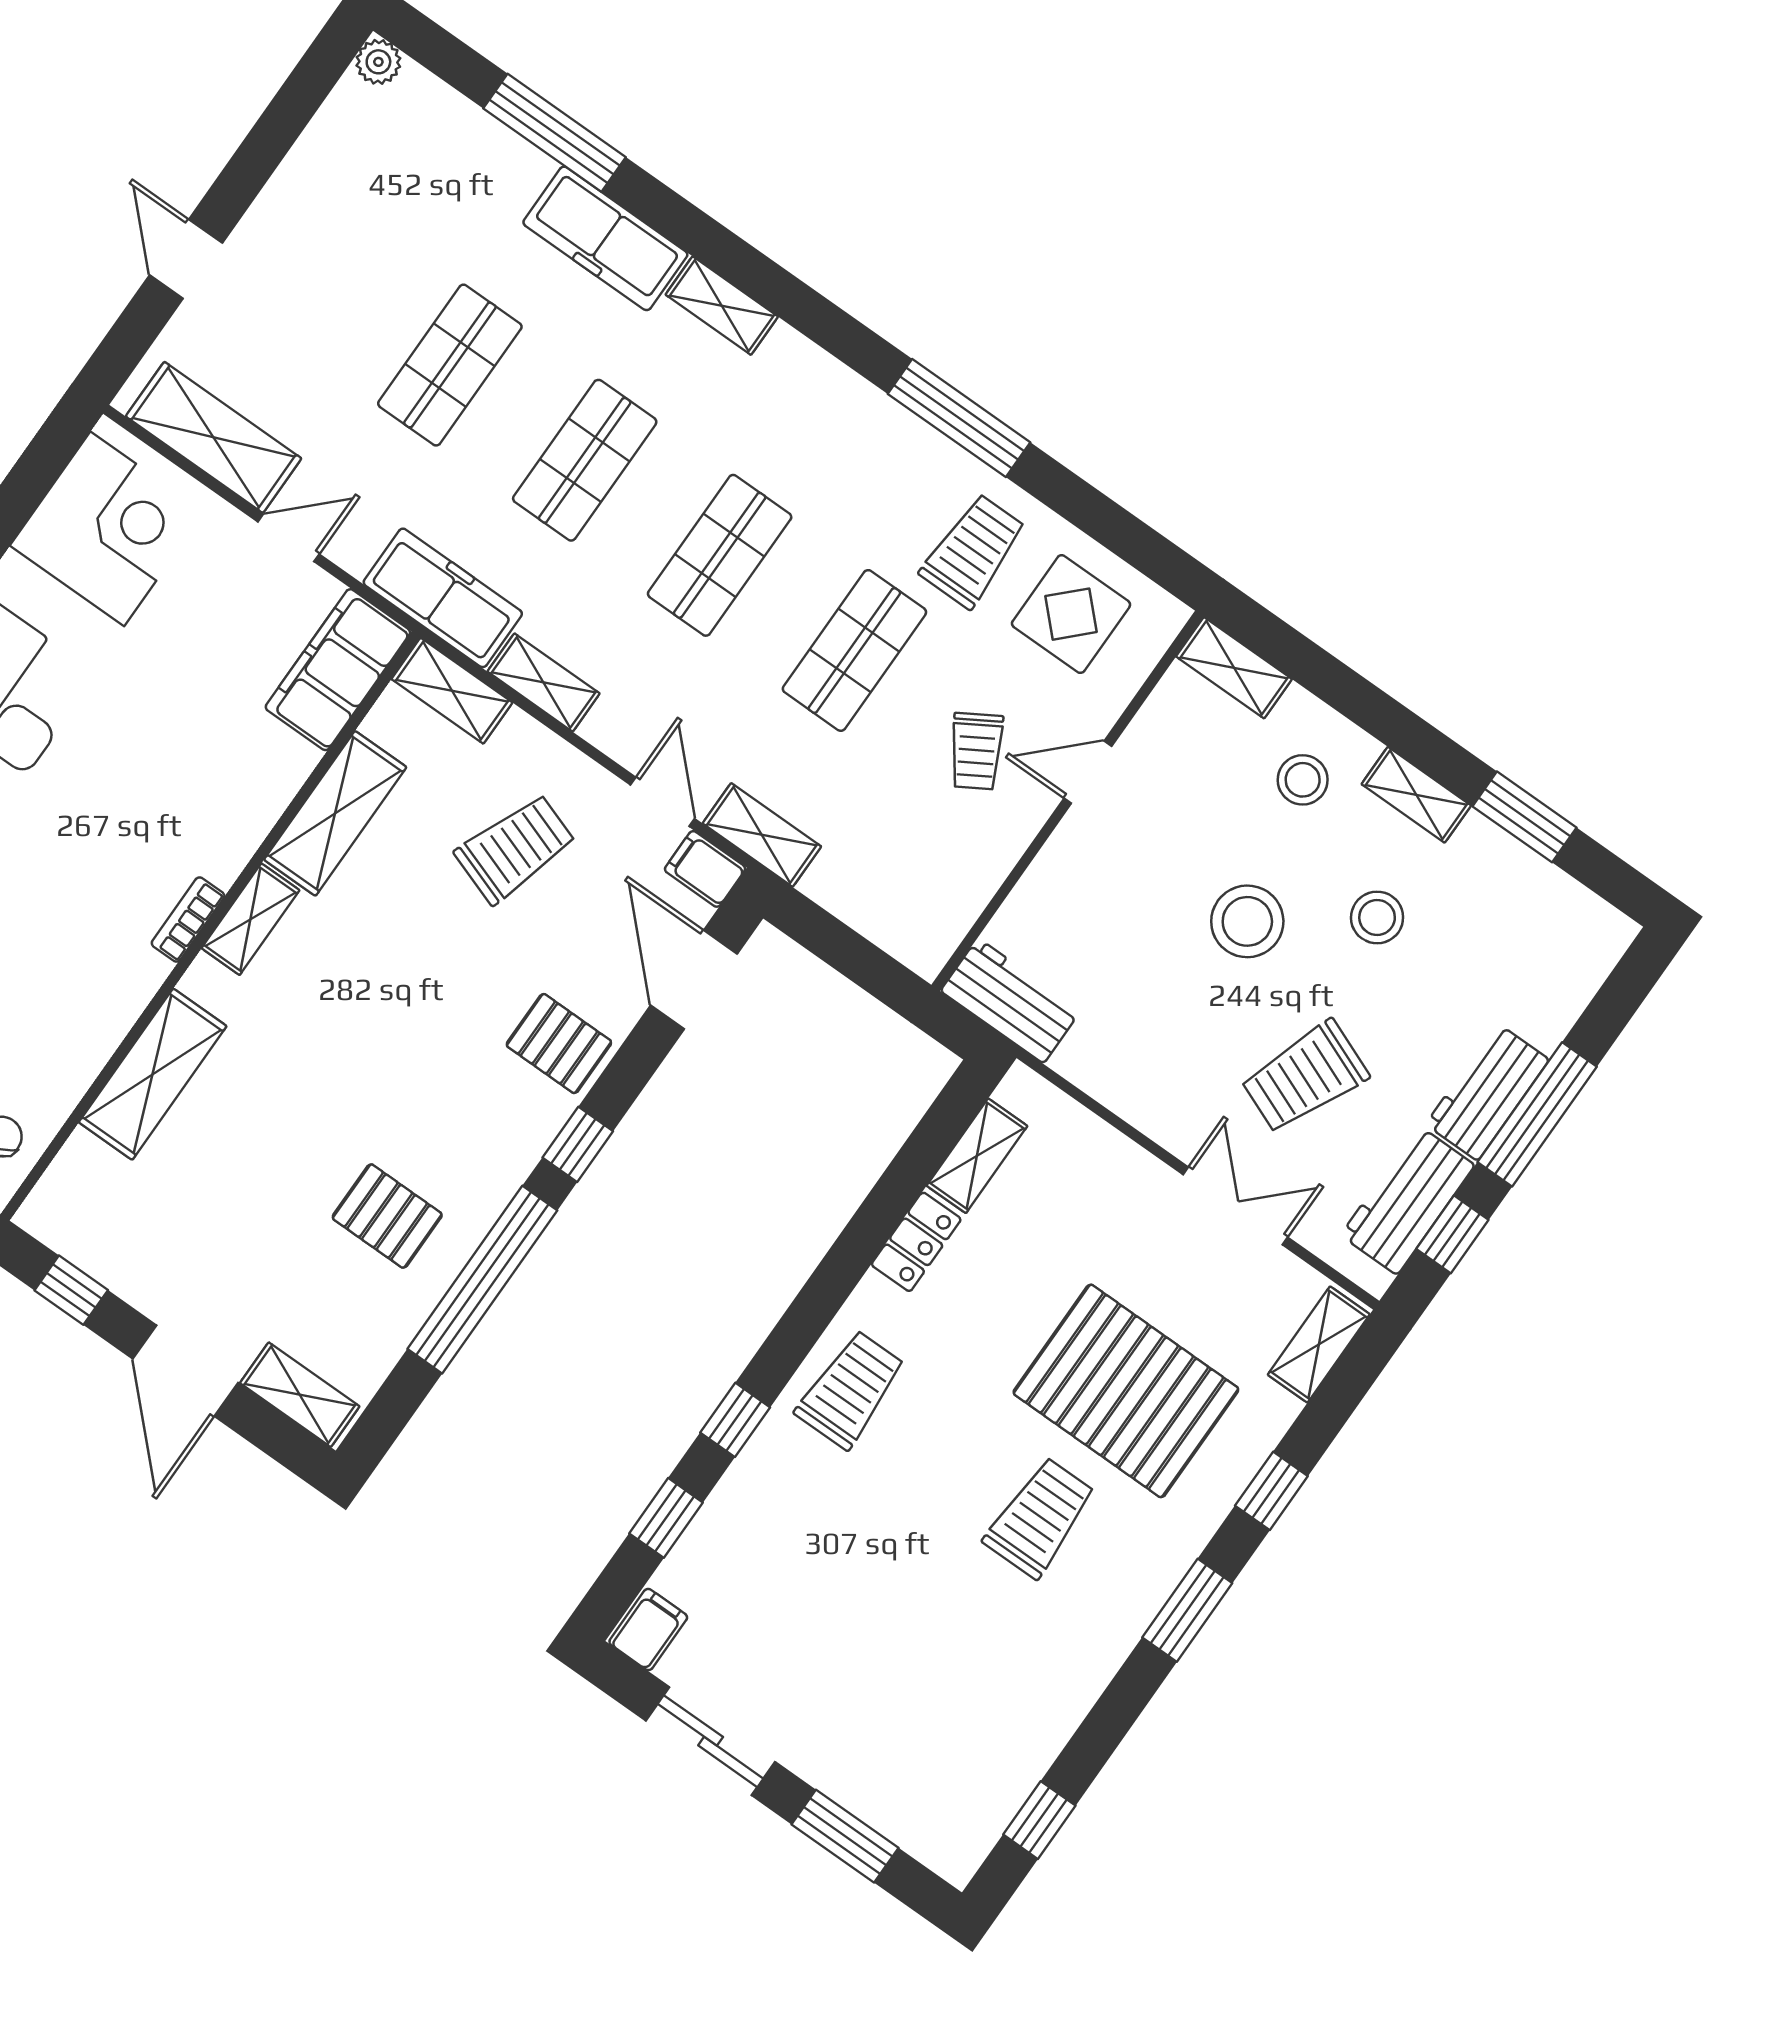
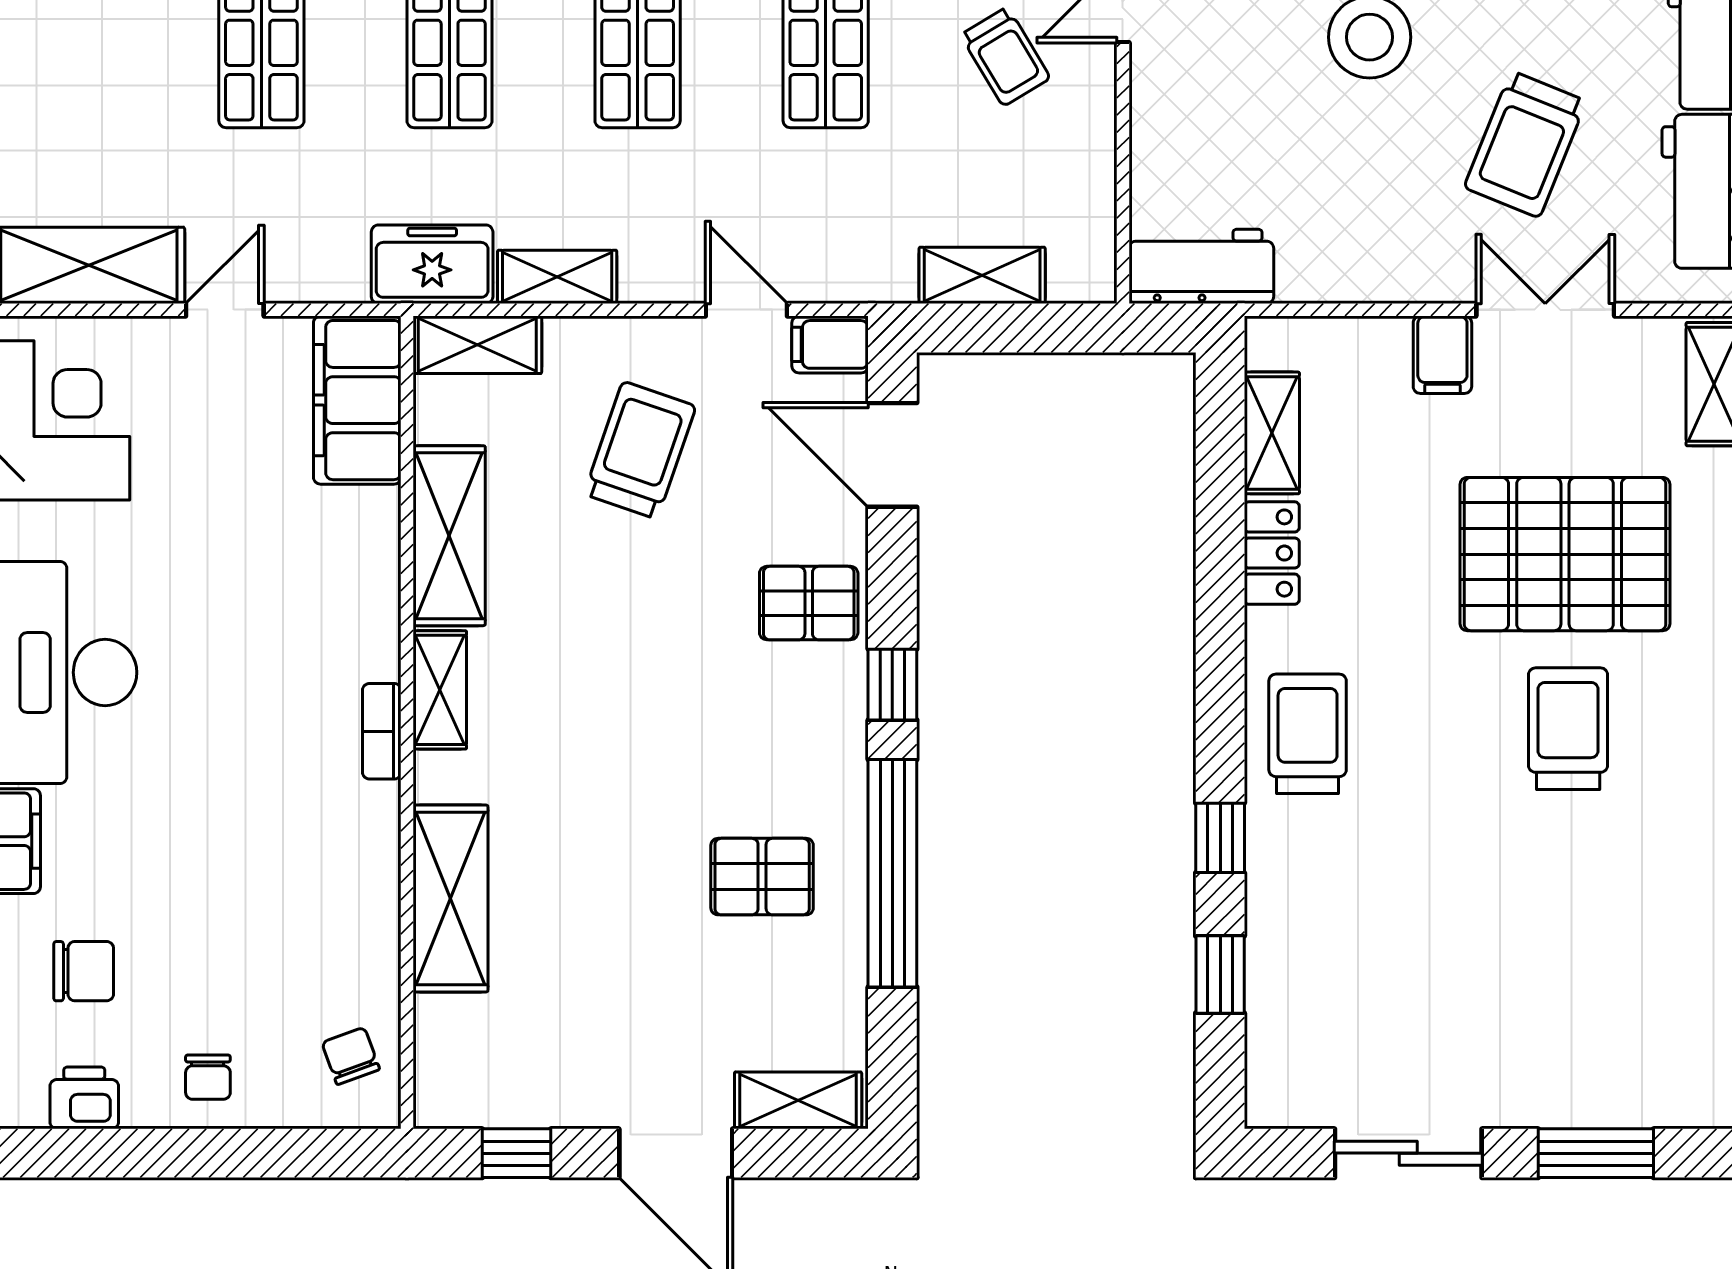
freezer: (443, 598) -> (432, 264), width x0.71
shelving: (762, 835) -> (982, 275), moved
filing cabinet: (648, 1630) -> (1442, 355), moved, turned 180

